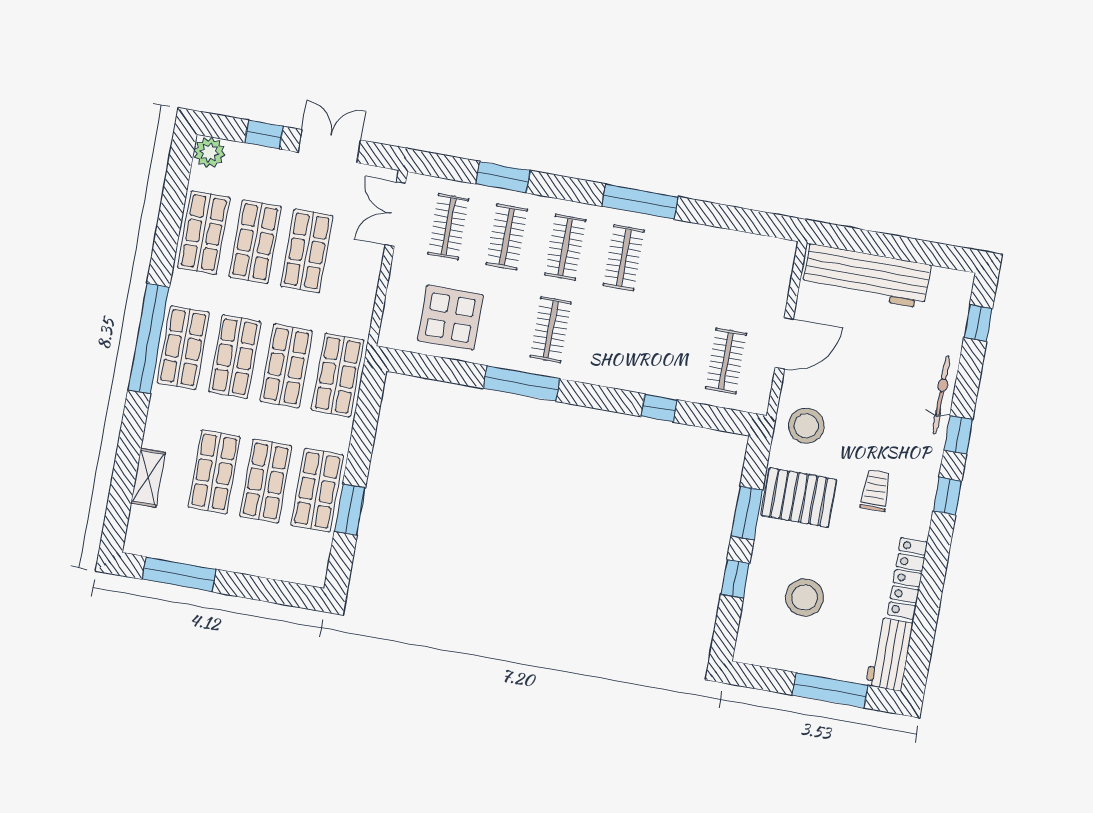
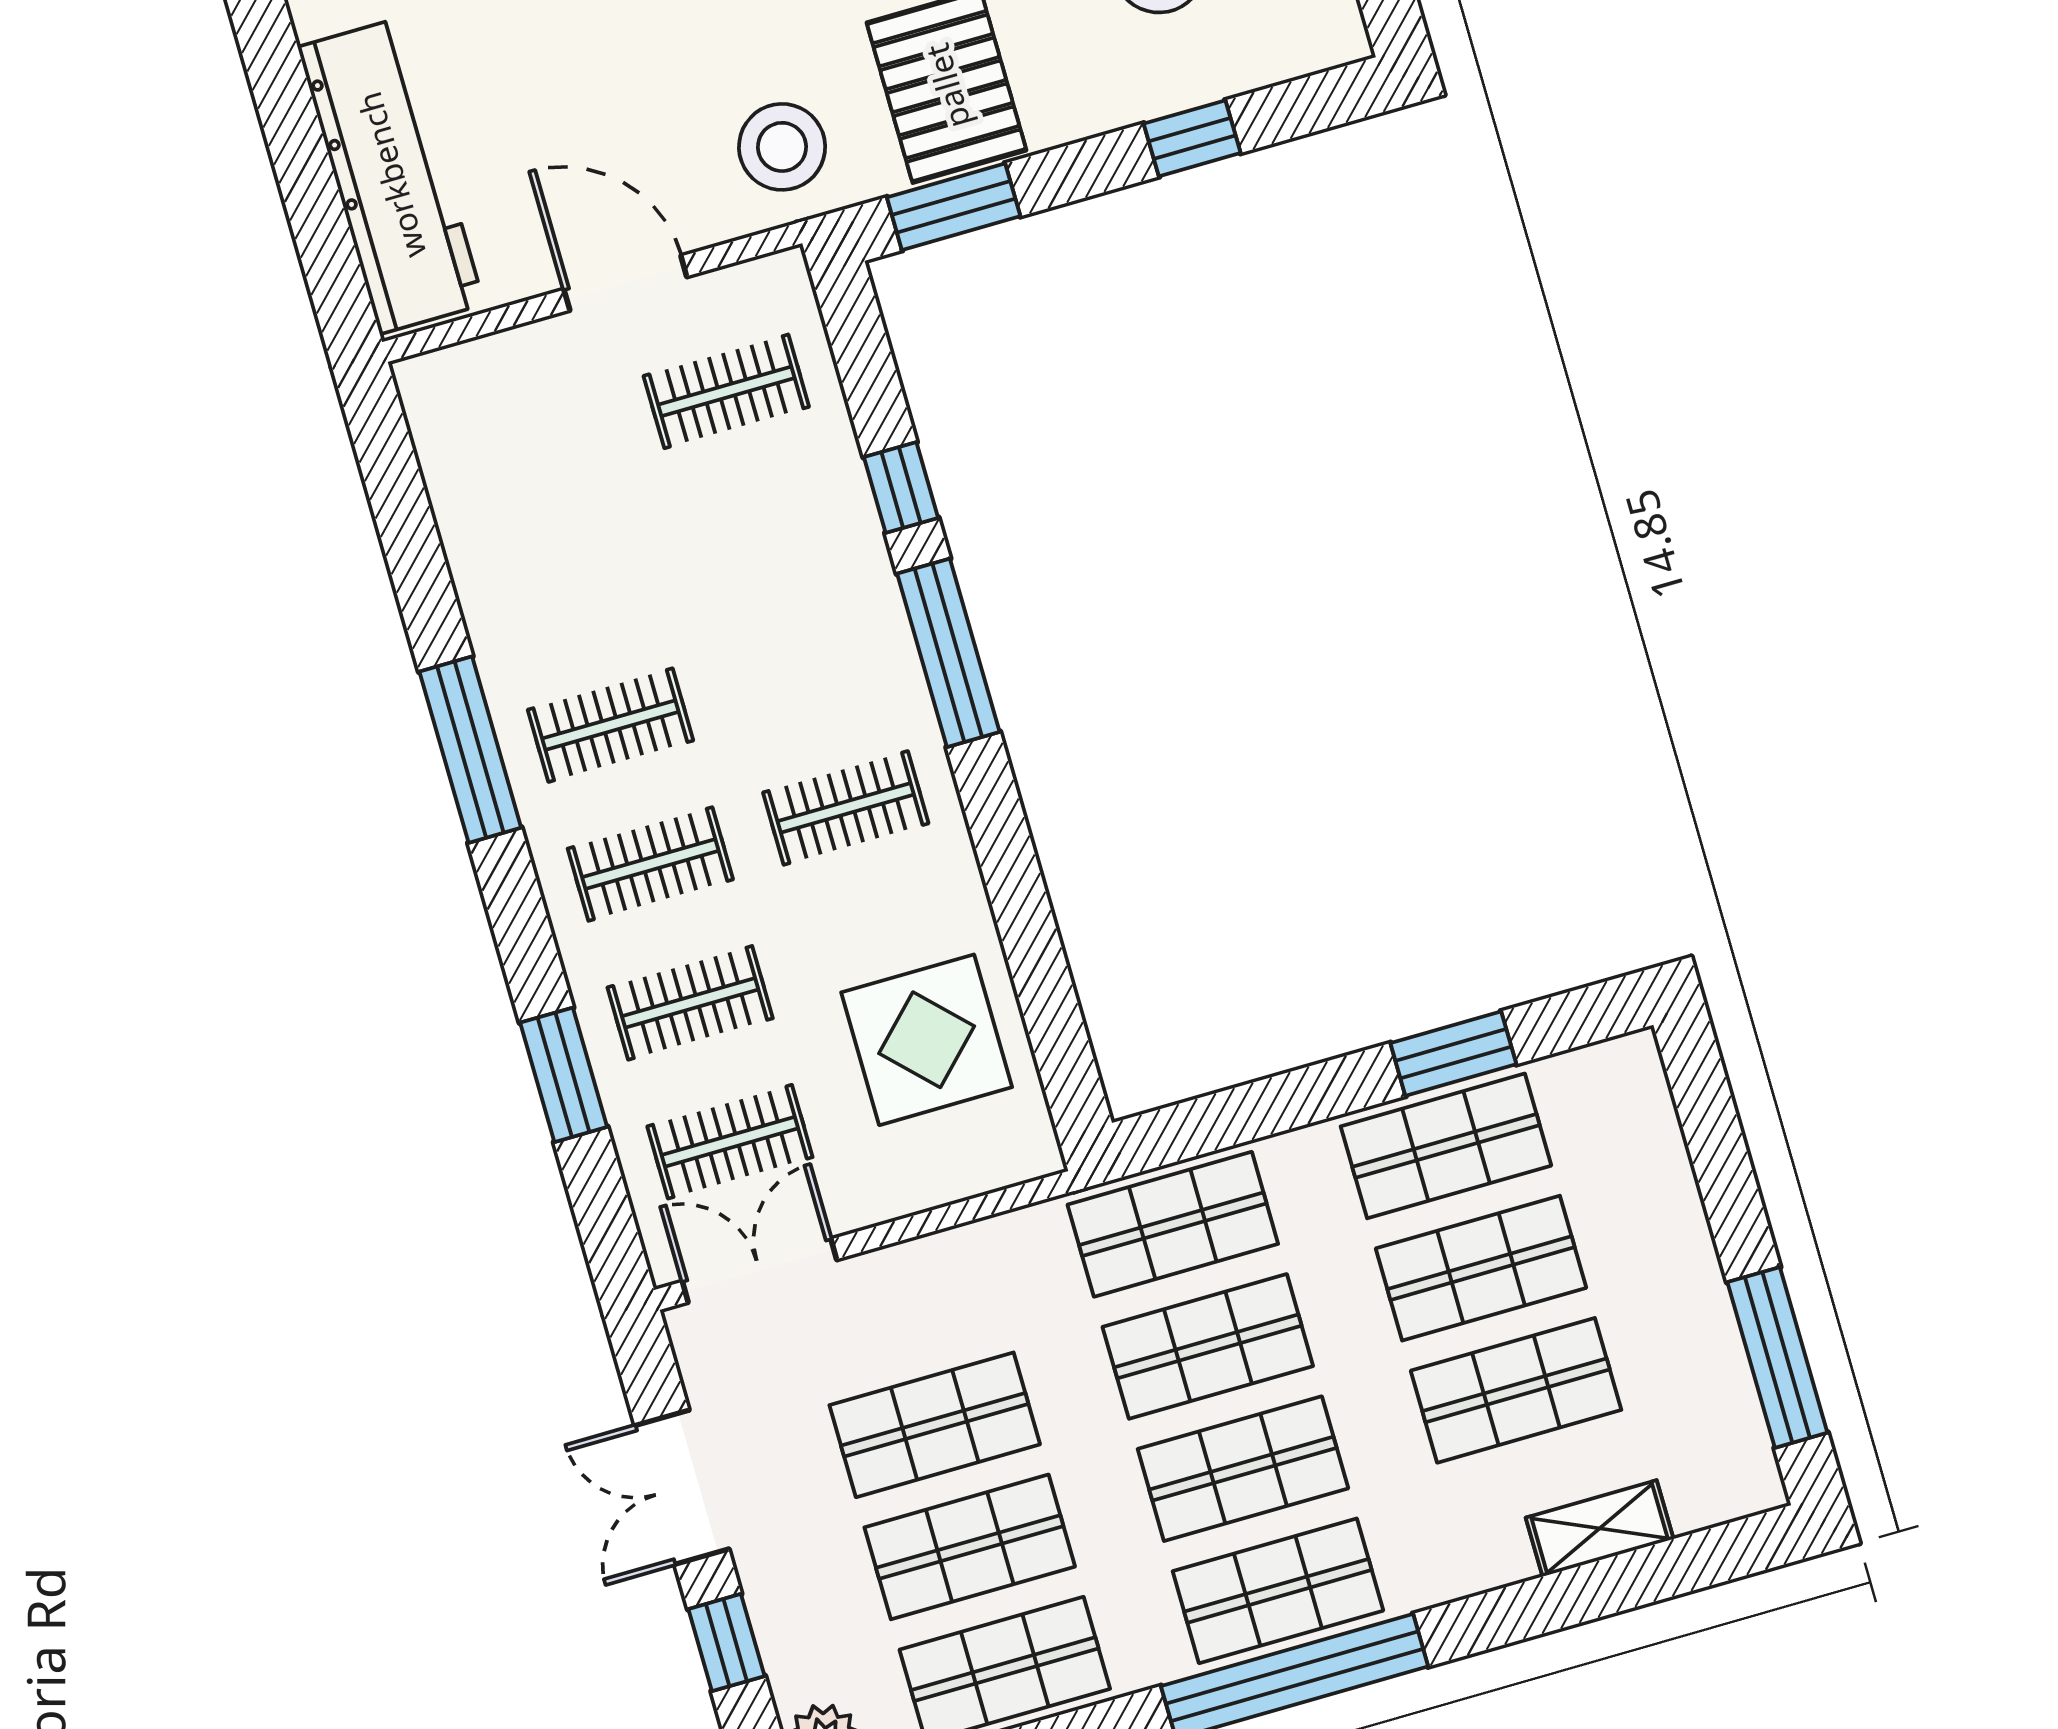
double door: (395, 214) -> (760, 1270), swing flipped
window: (521, 384) -> (948, 653), moved
window: (747, 513) -> (954, 207), moved

